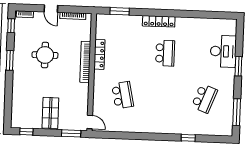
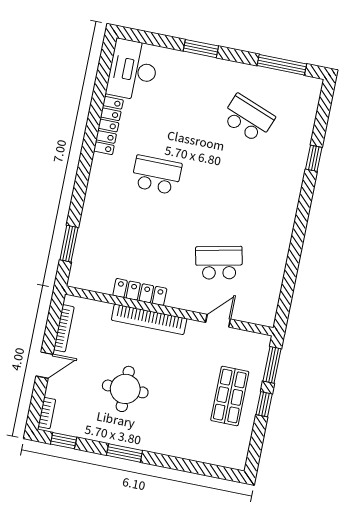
locker: (159, 21) -> (108, 126), moved
desk: (223, 51) -> (133, 70), moved, turned -90
shop shelf: (50, 113) -> (230, 396), turned 90
door: (90, 122) -> (218, 321), moved
window: (26, 132) -> (264, 404), moved

